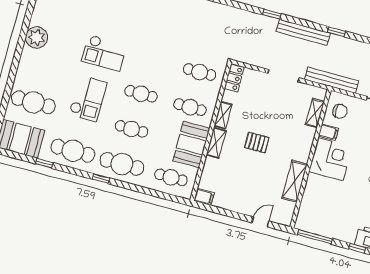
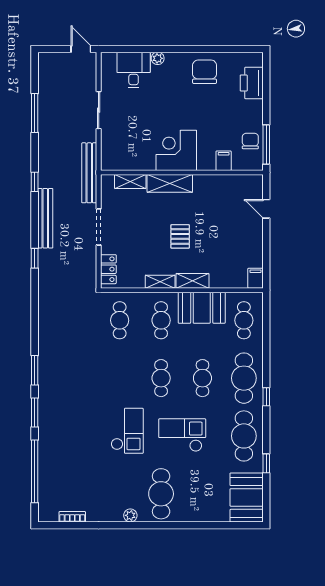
plant: (37, 37) -> (130, 515), width x0.53, depth x0.53
locker: (234, 78) -> (108, 269), moved, turned 90
cafe table: (33, 102) -> (161, 494), moved
chair: (340, 111) -> (250, 141), moved
filing cabinet: (328, 132) -> (224, 161), moved
shelving: (295, 181) -> (170, 183), moved
window: (357, 248) -> (266, 95), removed

